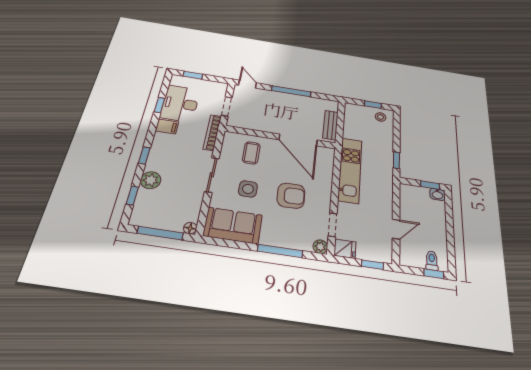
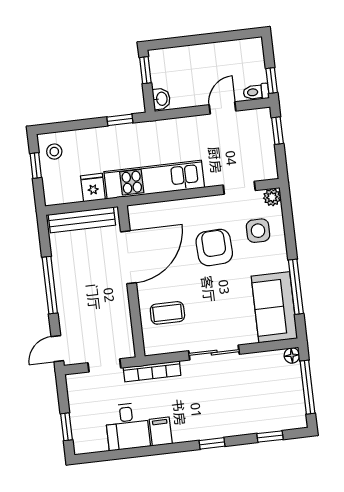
desk: (180, 104) -> (127, 426), width x0.73
window: (159, 105) -> (130, 453), removed
bench: (330, 125) -> (82, 220), width x1.36
plant: (151, 180) -> (243, 423), removed
side table: (248, 189) -> (258, 231), moved
washbasin: (437, 194) -> (161, 99), moved
door: (396, 229) -> (222, 108), hinge flipped
fridge: (345, 249) -> (93, 188), moved
window: (280, 251) -> (296, 287), moved
toilet: (432, 261) -> (256, 92), moved
window: (434, 274) -> (272, 80), moved

